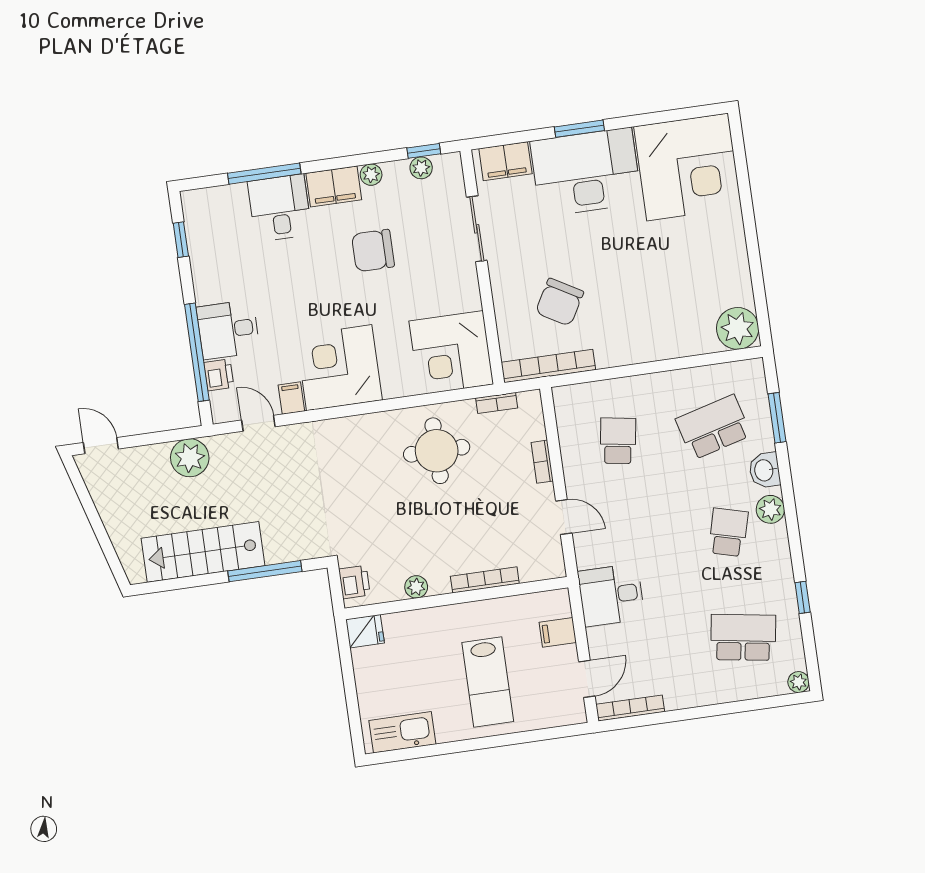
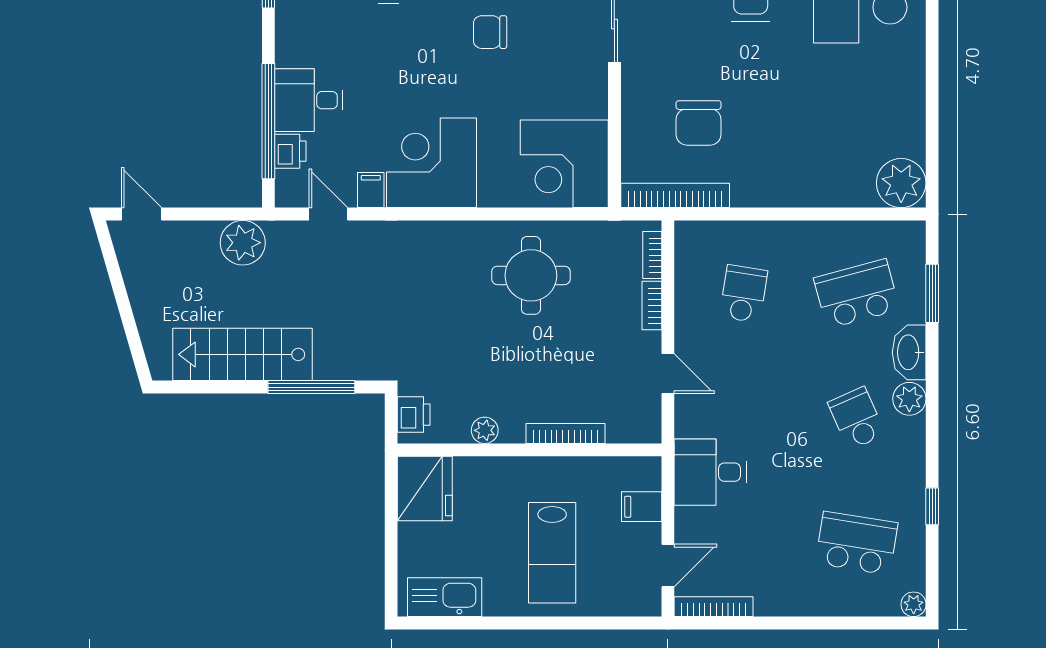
chair: (373, 251) -> (490, 32), width x0.73, depth x0.73
chair: (560, 302) -> (699, 123), turned -30
bookcase: (497, 403) -> (652, 255), moved, turned 90
washbasin: (765, 470) -> (909, 352), width x1.38
school desk: (728, 532) -> (857, 418), turned -39
fridge: (365, 631) -> (425, 489), width x1.88, depth x1.34

